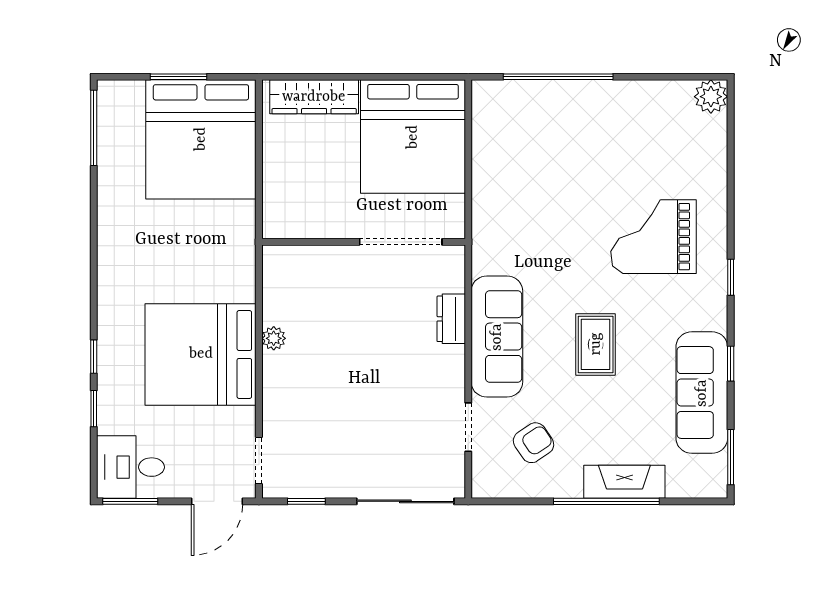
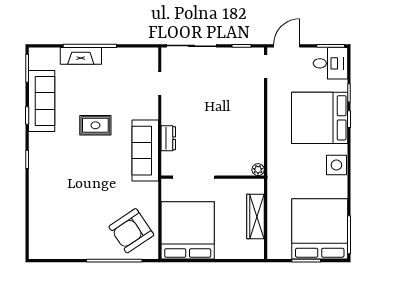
wardrobe: (314, 97) -> (255, 217), moved, turned -90
plant: (711, 97) -> (37, 251), removed
bed: (201, 139) -> (320, 229), moved
grand piano: (653, 237) -> (66, 180), removed
side table: (119, 266) -> (336, 165), added
sofa: (497, 337) -> (145, 151), moved
plant: (274, 338) -> (258, 170), moved
rug: (596, 344) -> (95, 125), turned 90
bed: (201, 354) -> (320, 118), moved, turned 180
armchair: (534, 443) -> (131, 231), moved, width x1.88, depth x1.88

